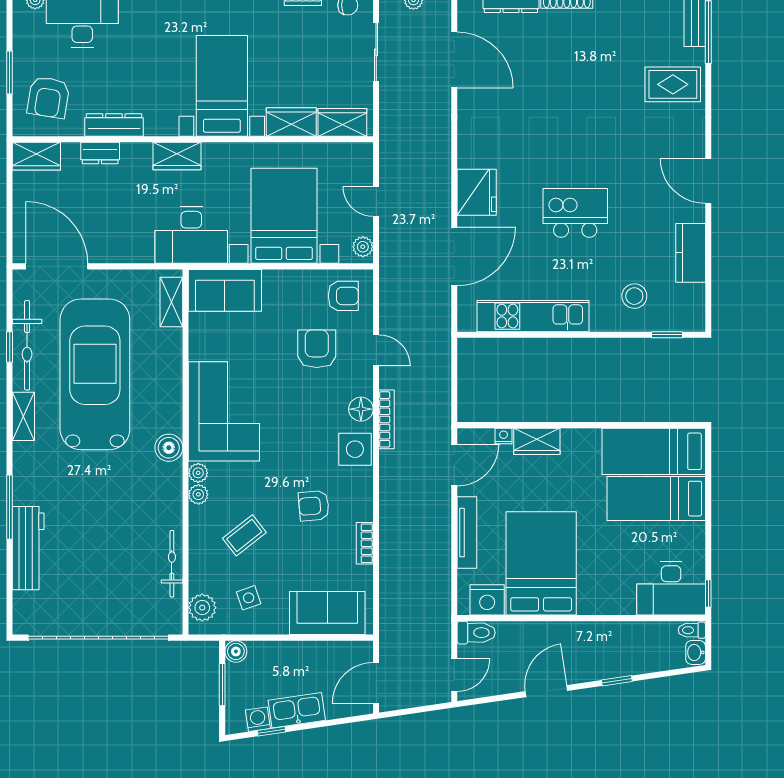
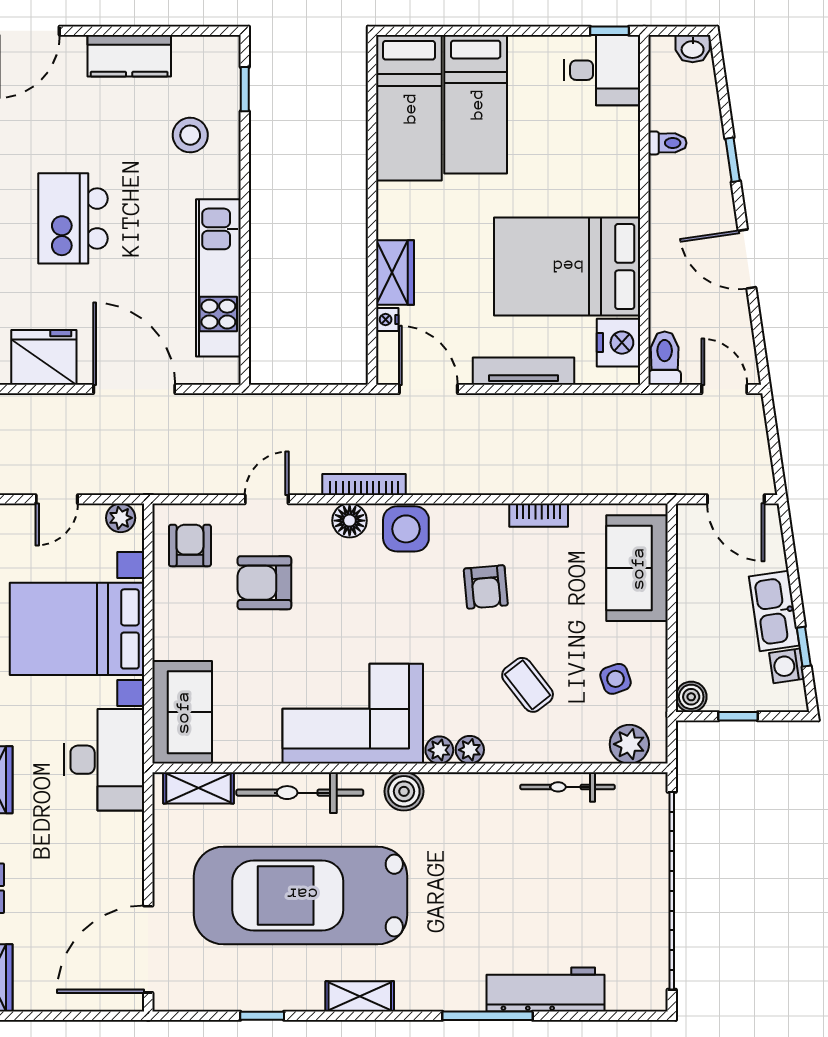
bicycle: (27, 345) -> (300, 793), moved, turned 180
desk: (671, 588) -> (602, 70), width x0.73
toilet: (692, 630) -> (667, 143), moved, turned -90
window: (222, 685) -> (738, 716), width x0.67

